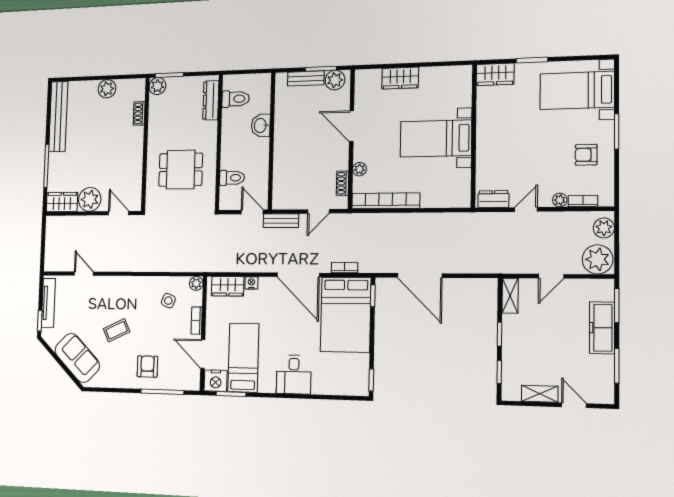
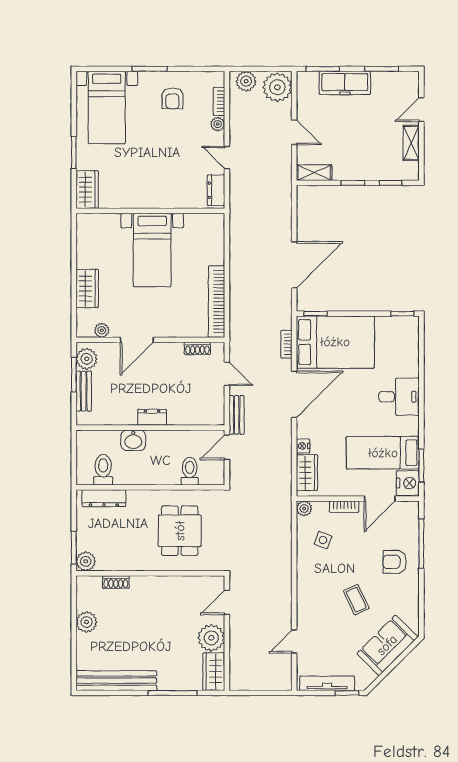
dresser: (281, 142) -> (152, 417), added
plant: (360, 169) -> (102, 330), moved

